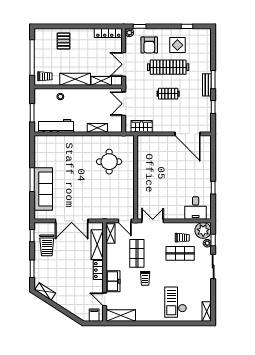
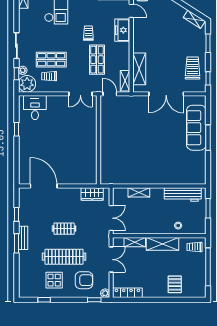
armchair: (149, 45) -> (84, 280), turned 90
round table: (109, 162) -> (126, 157), removed
double door: (72, 221) -> (166, 94), swing flipped
locker: (98, 270) -> (138, 42), removed

